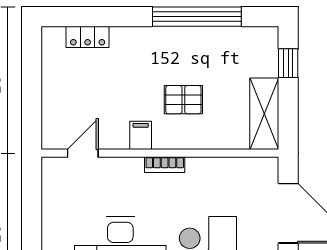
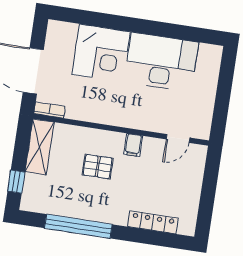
locker: (88, 37) -> (153, 222), width x1.53
bookcase: (165, 165) -> (49, 110), moved

